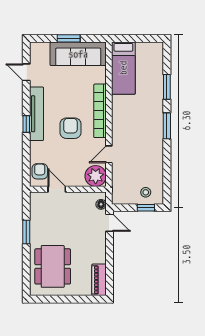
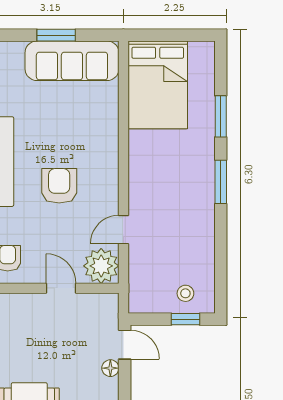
bed: (123, 68) -> (158, 85), width x1.50
bookcase: (100, 111) -> (109, 157), removed
door: (57, 189) -> (61, 288), moved
floor lamp: (101, 204) -> (110, 368), moved

